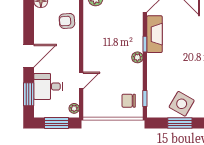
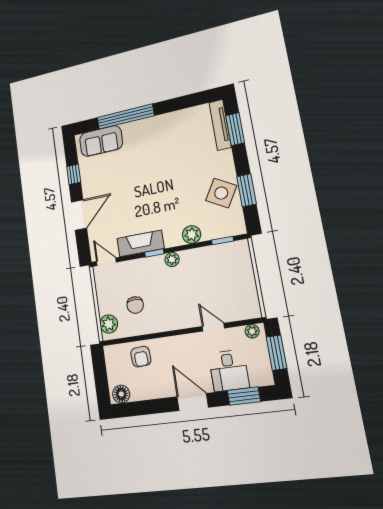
plant: (154, 76) -> (192, 234), added
chair: (129, 101) -> (135, 305), moved

